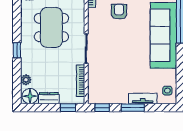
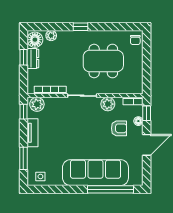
plant: (95, 23) -> (108, 104), added
plant: (95, 94) -> (37, 104), added
tv unit: (143, 98) -> (33, 133), moved
window: (68, 108) -> (23, 57), moved
window: (133, 108) -> (23, 158), moved

